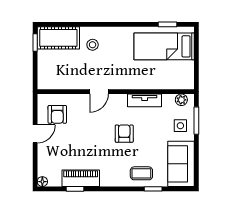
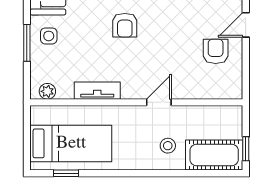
door: (99, 92) -> (159, 102), moved
wall: (116, 92) -> (136, 102), moved
tv unit: (145, 100) -> (97, 91), moved
plant: (181, 100) -> (47, 91), moved

